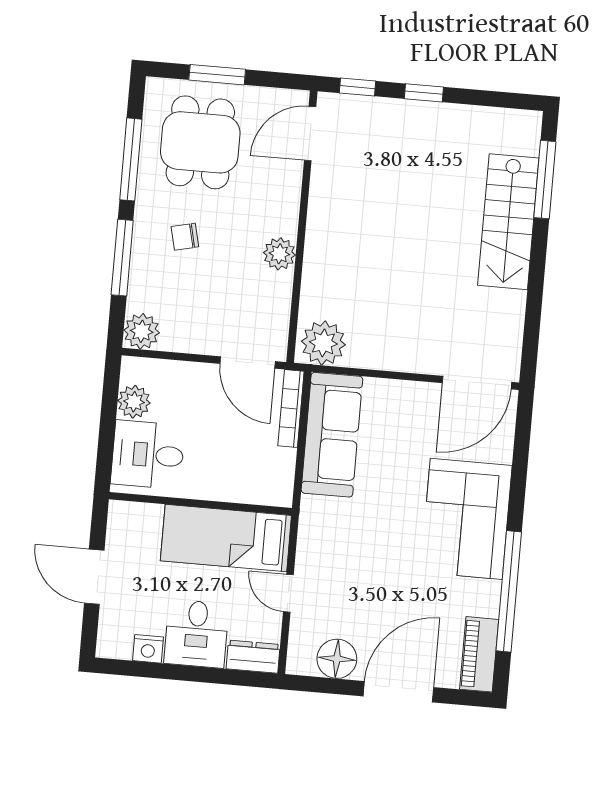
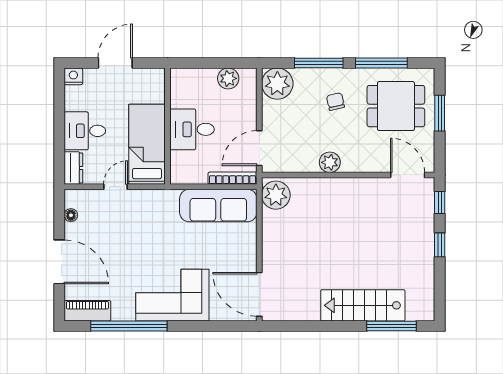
plant: (142, 331) -> (277, 84), width x1.36, depth x1.36
desk: (148, 455) -> (192, 129), moved, turned -90
nightstand: (148, 649) -> (73, 76), moved, turned 90
floor lamp: (337, 659) -> (71, 215), width x0.53, depth x0.53

